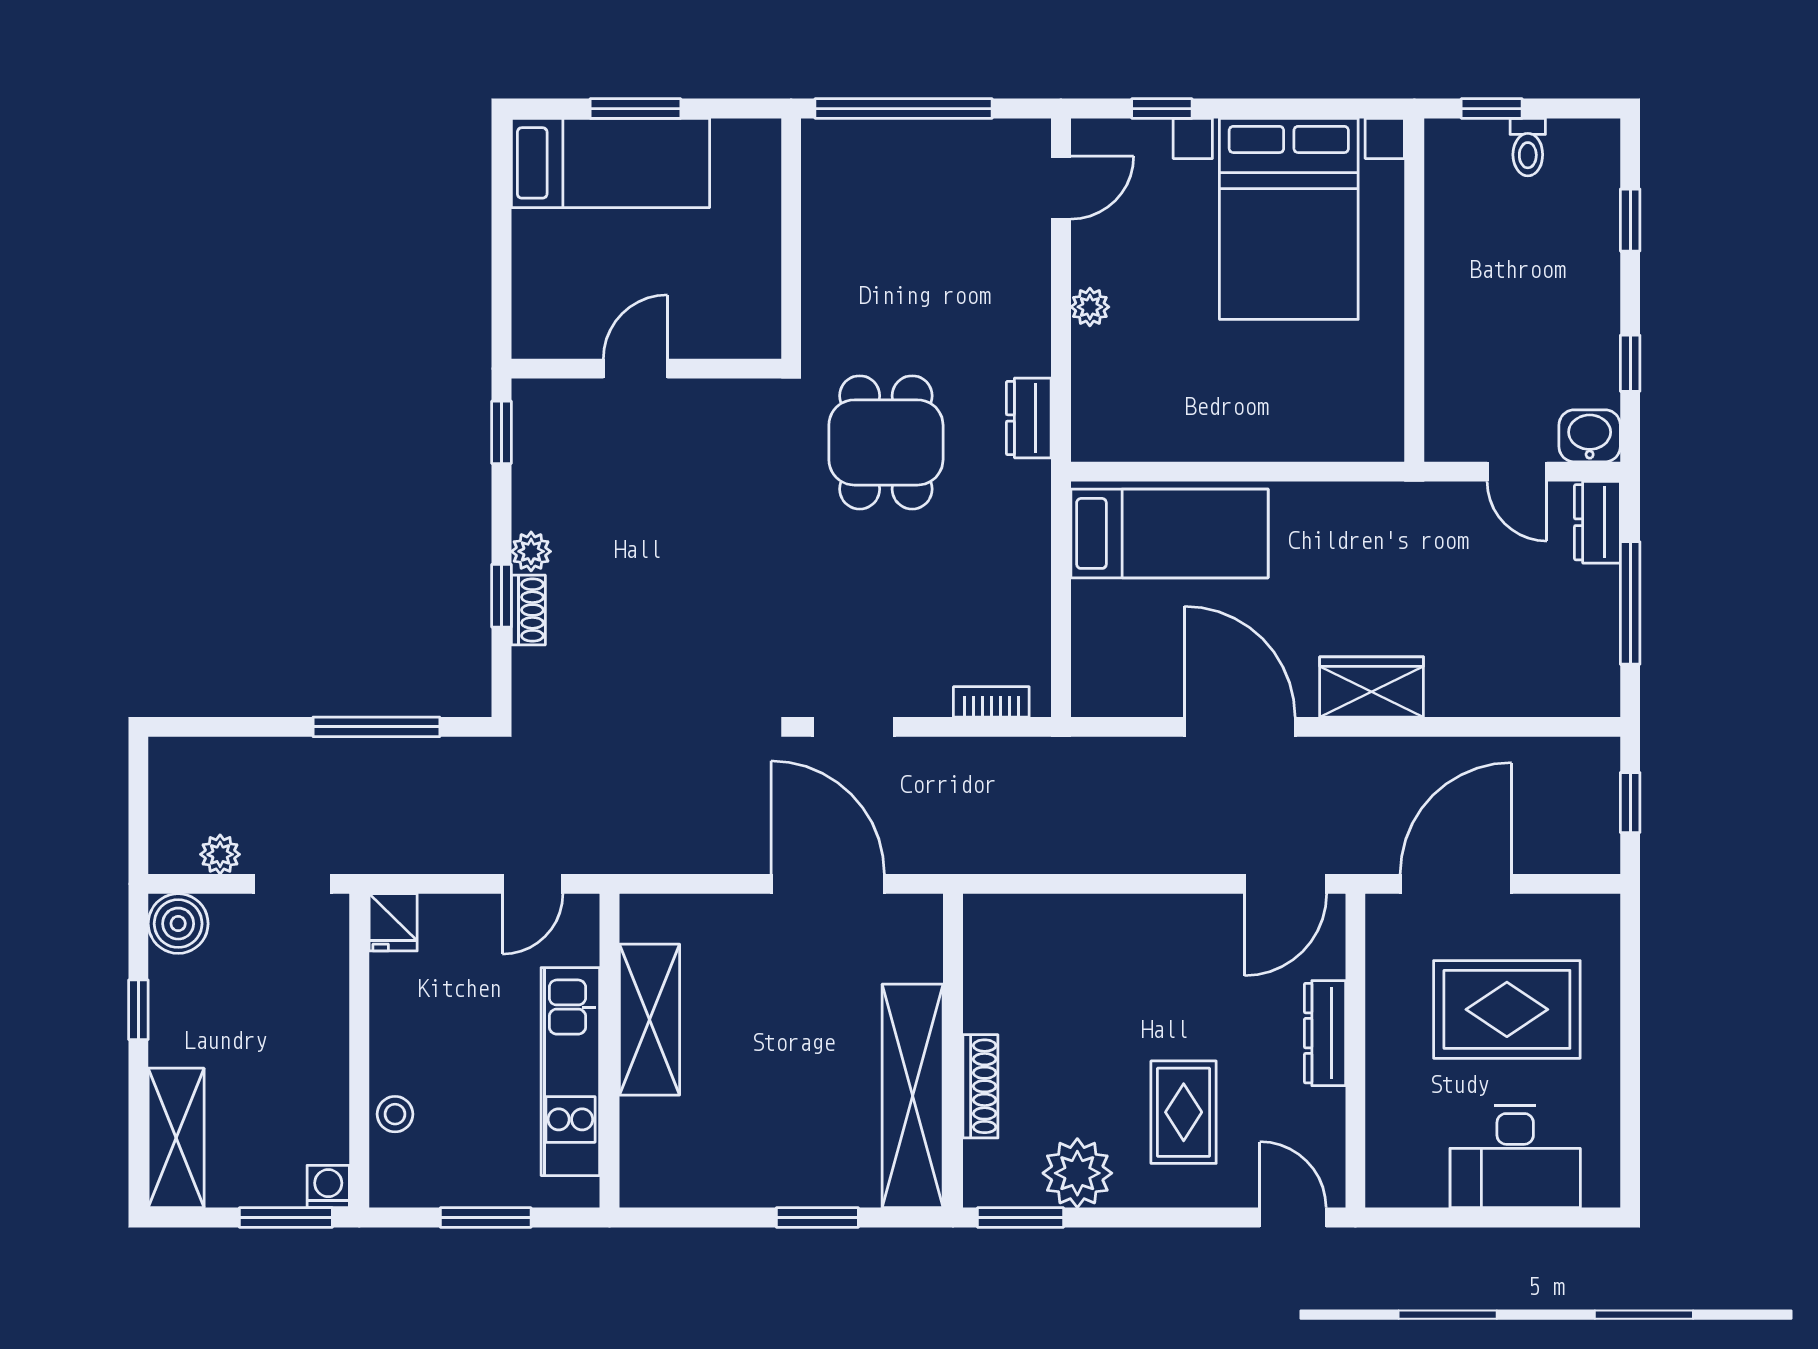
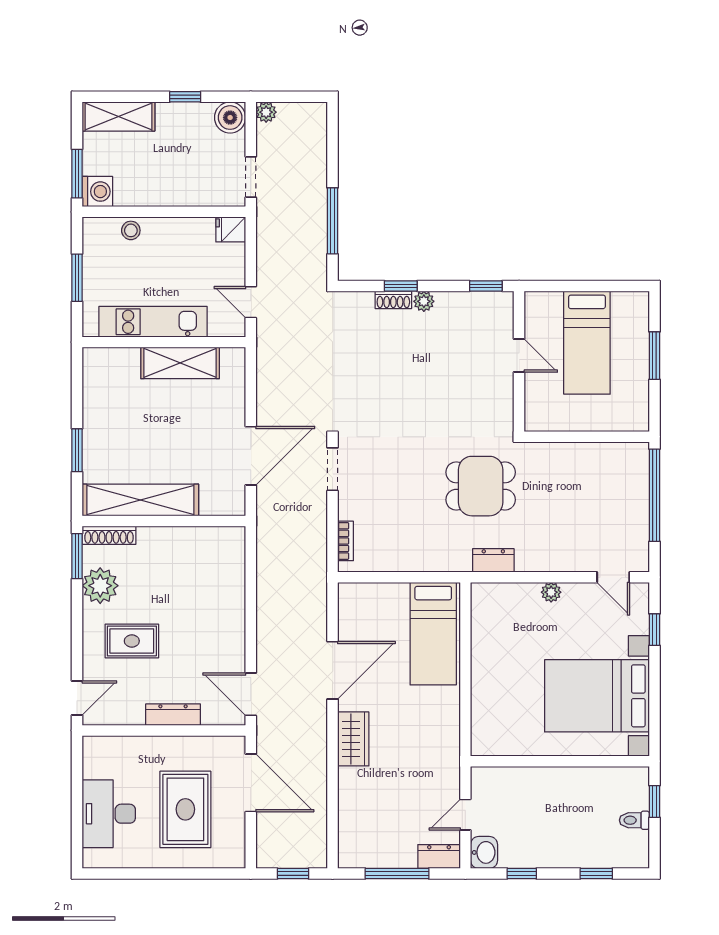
bed: (610, 163) -> (587, 343), moved
plant: (220, 854) -> (266, 112), moved
shoe rack: (980, 1086) -> (109, 535), moved
washing machine: (328, 1187) -> (97, 192), width x1.38, depth x1.38

